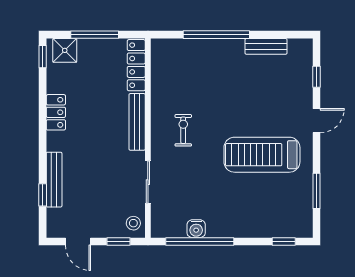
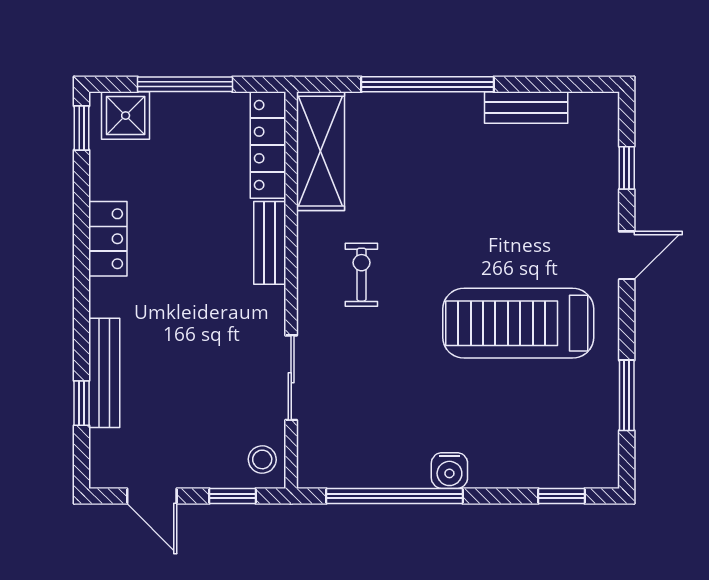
shelving: (163, 68) -> (321, 151), added
bench: (137, 122) -> (270, 243), width x0.73
water cooler: (196, 229) -> (449, 471), moved

